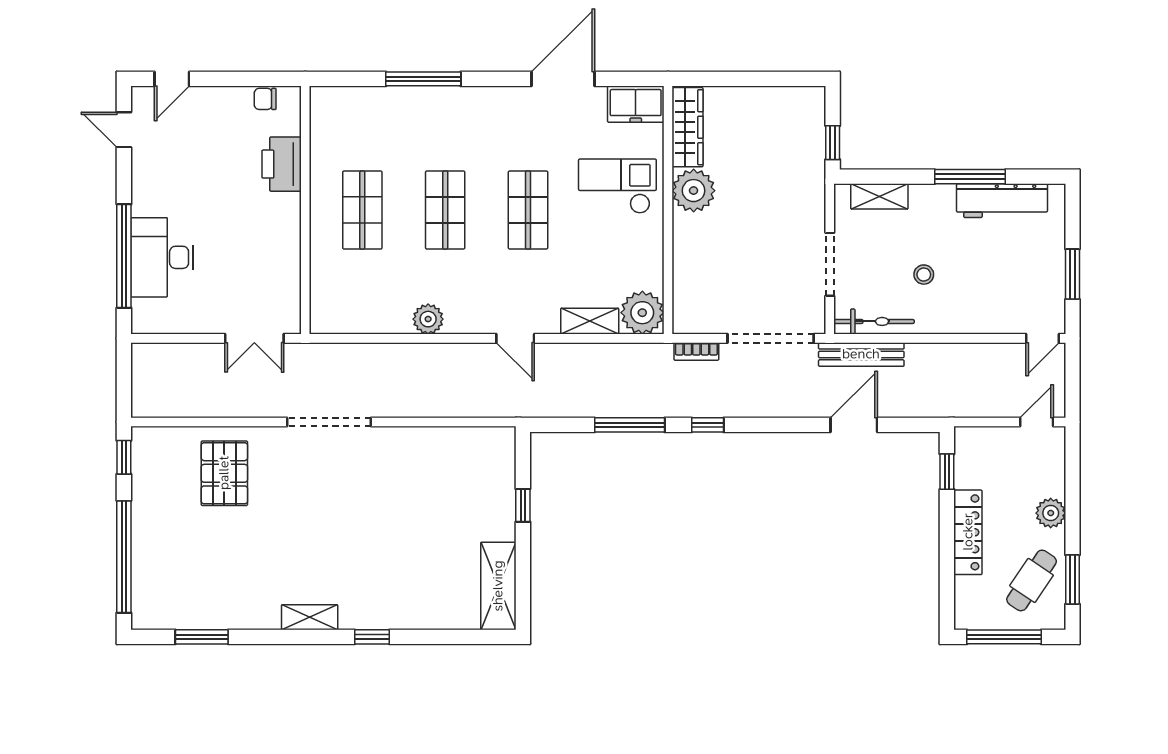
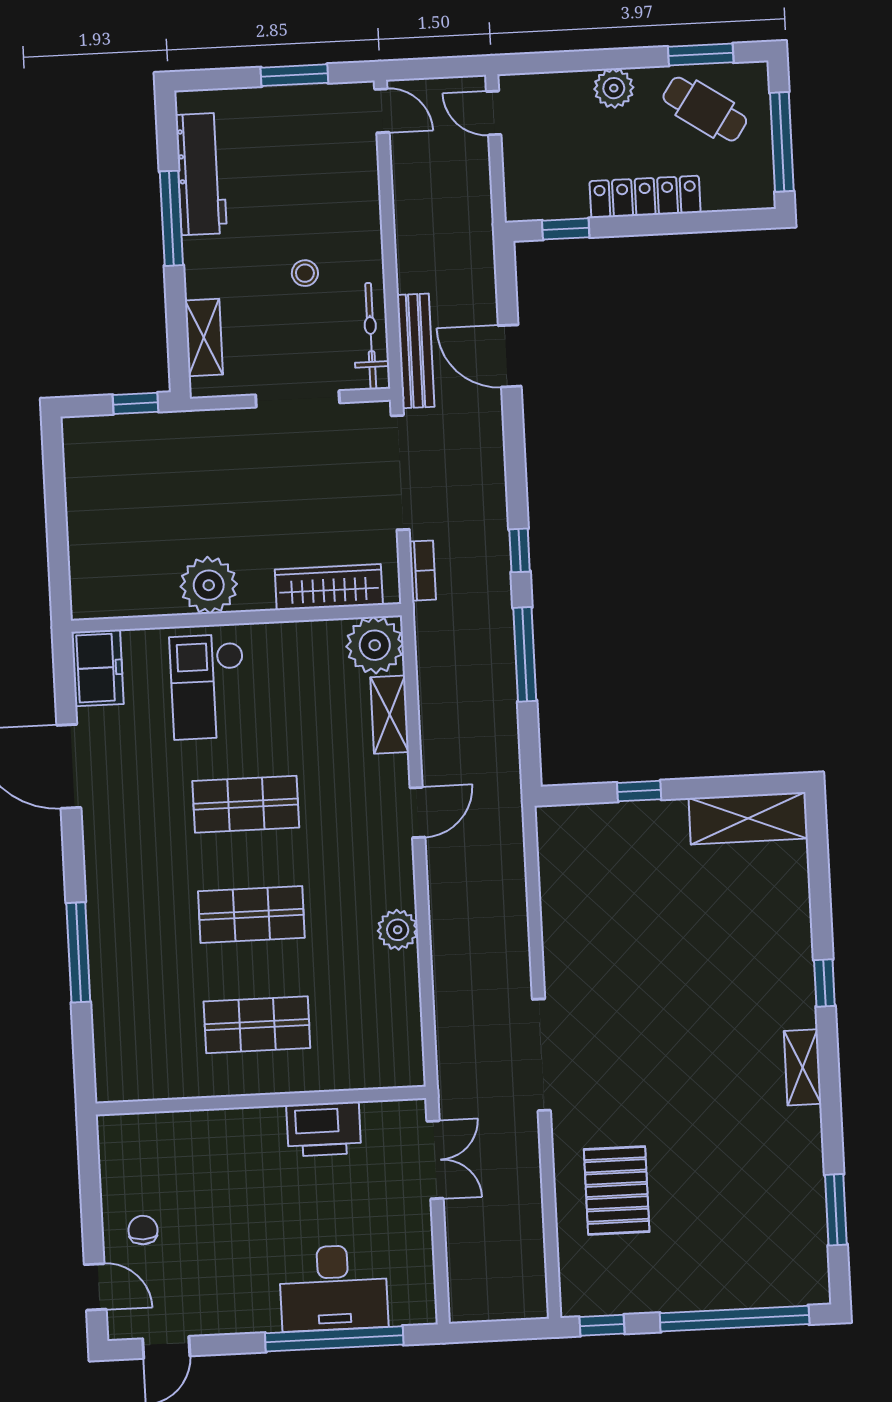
chair: (265, 99) -> (143, 1230), moved, turned 180
wardrobe: (688, 127) -> (329, 587), moved
printer: (282, 164) -> (324, 1129), moved
pallet: (224, 473) -> (617, 1191), turned 90

